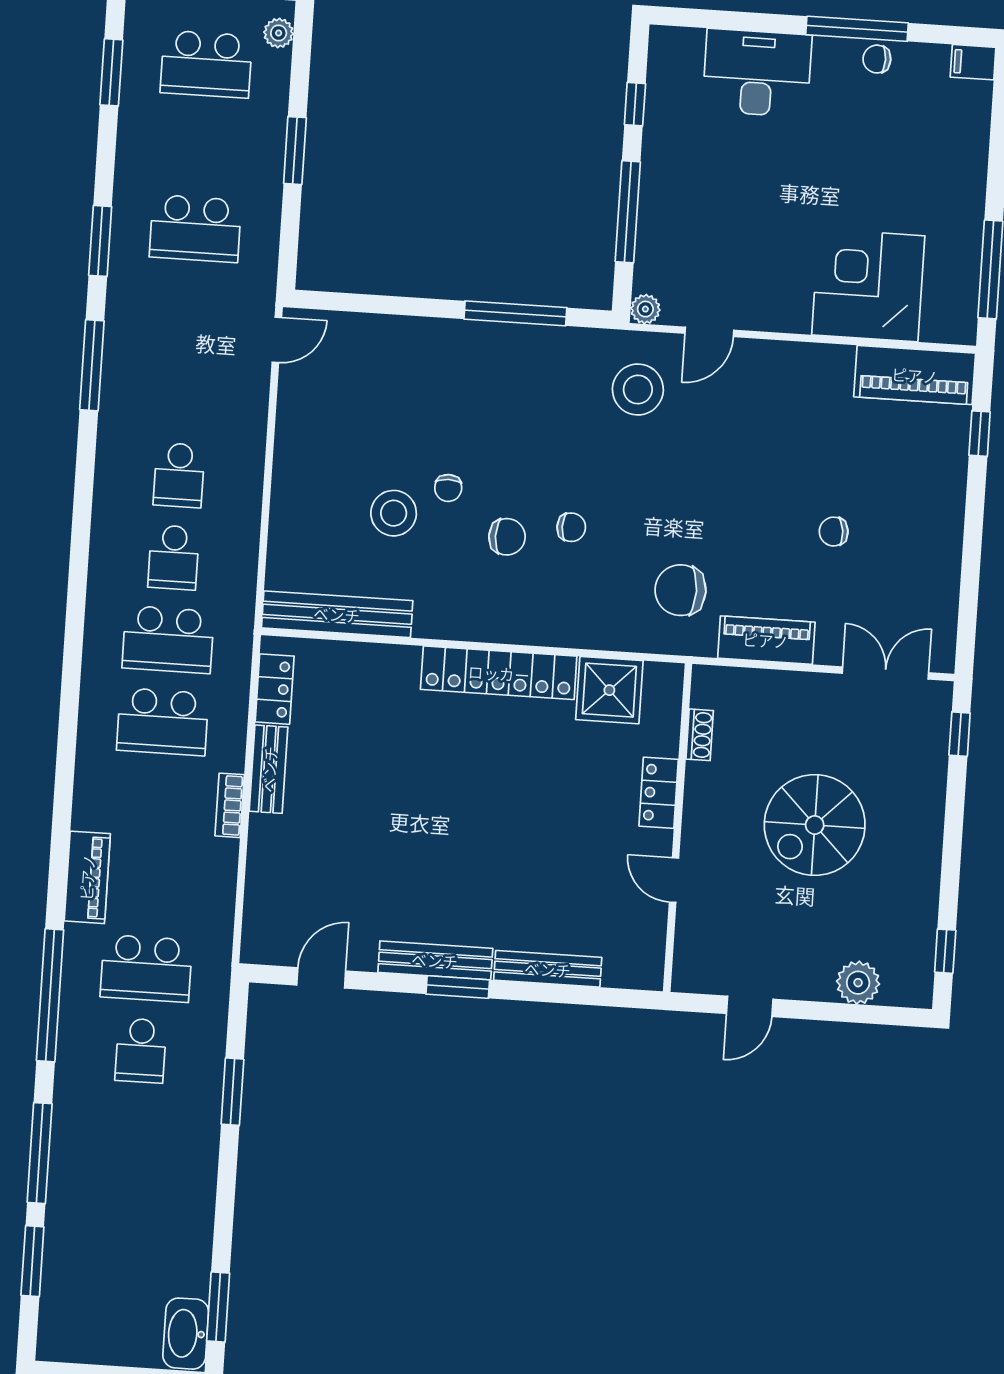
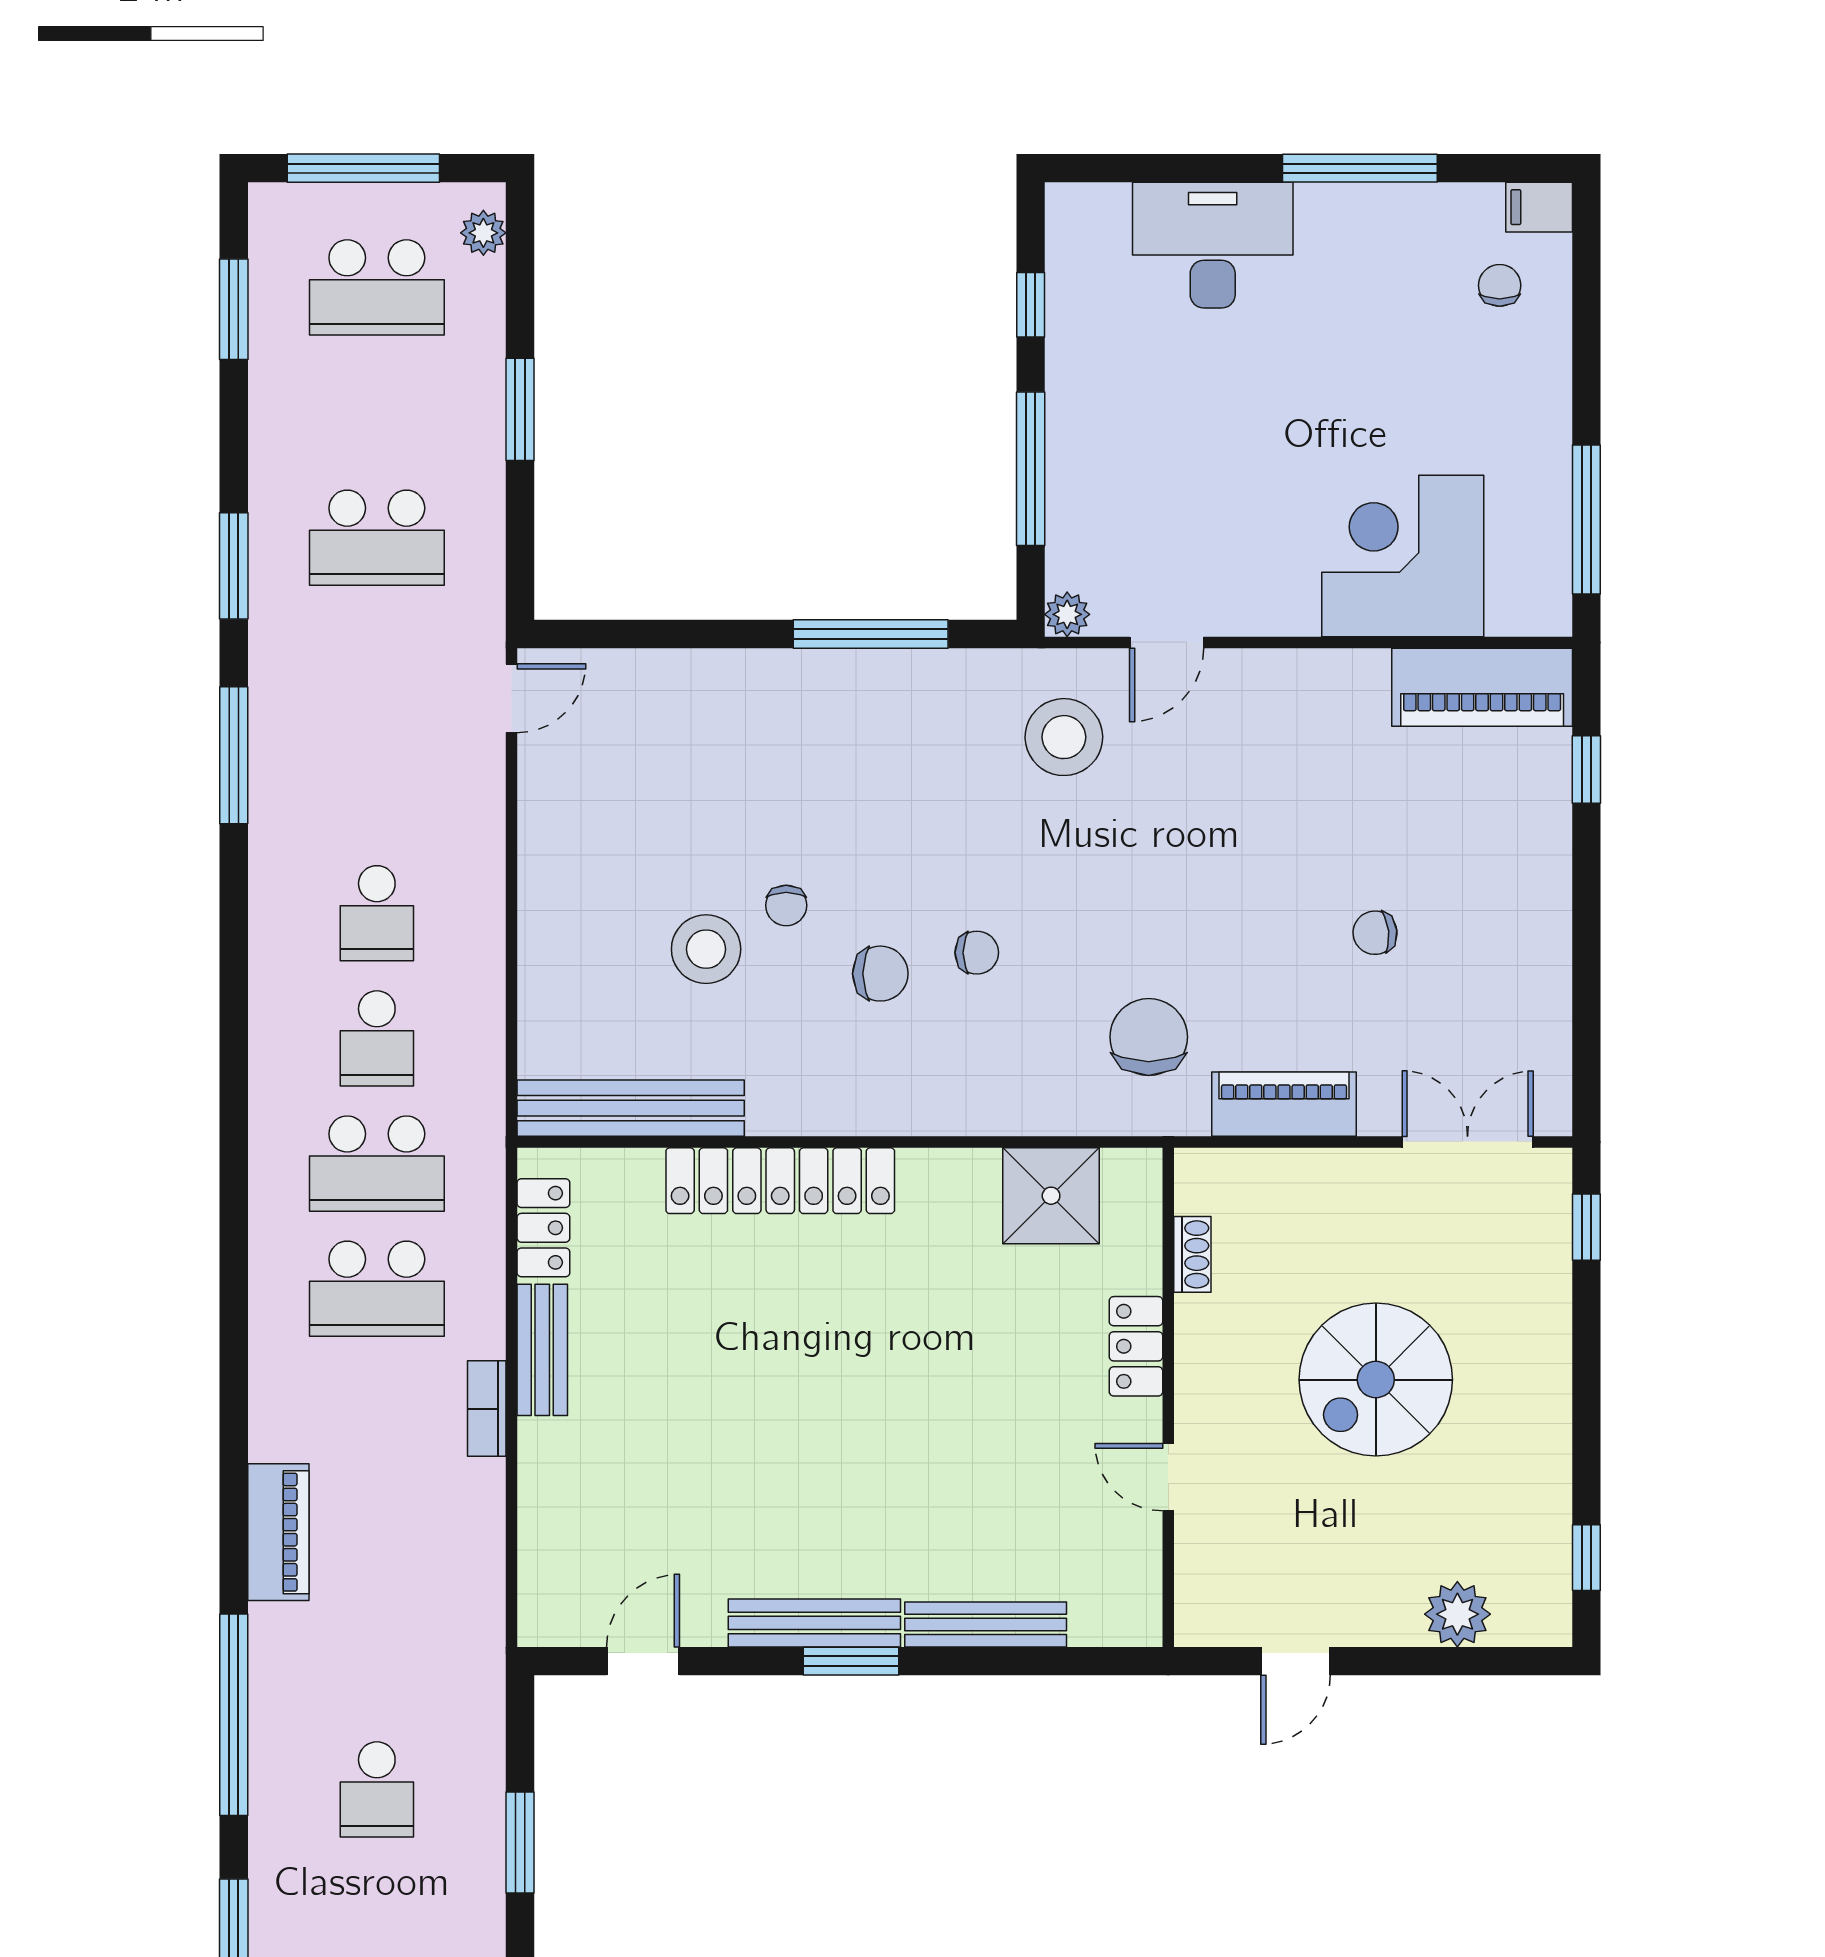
chair: (877, 59) -> (1500, 285), moved, turned 90
chair: (680, 590) -> (1149, 1037), turned 90
locker: (499, 673) -> (780, 1181), moved
school desk: (146, 968) -> (377, 1664), removed

